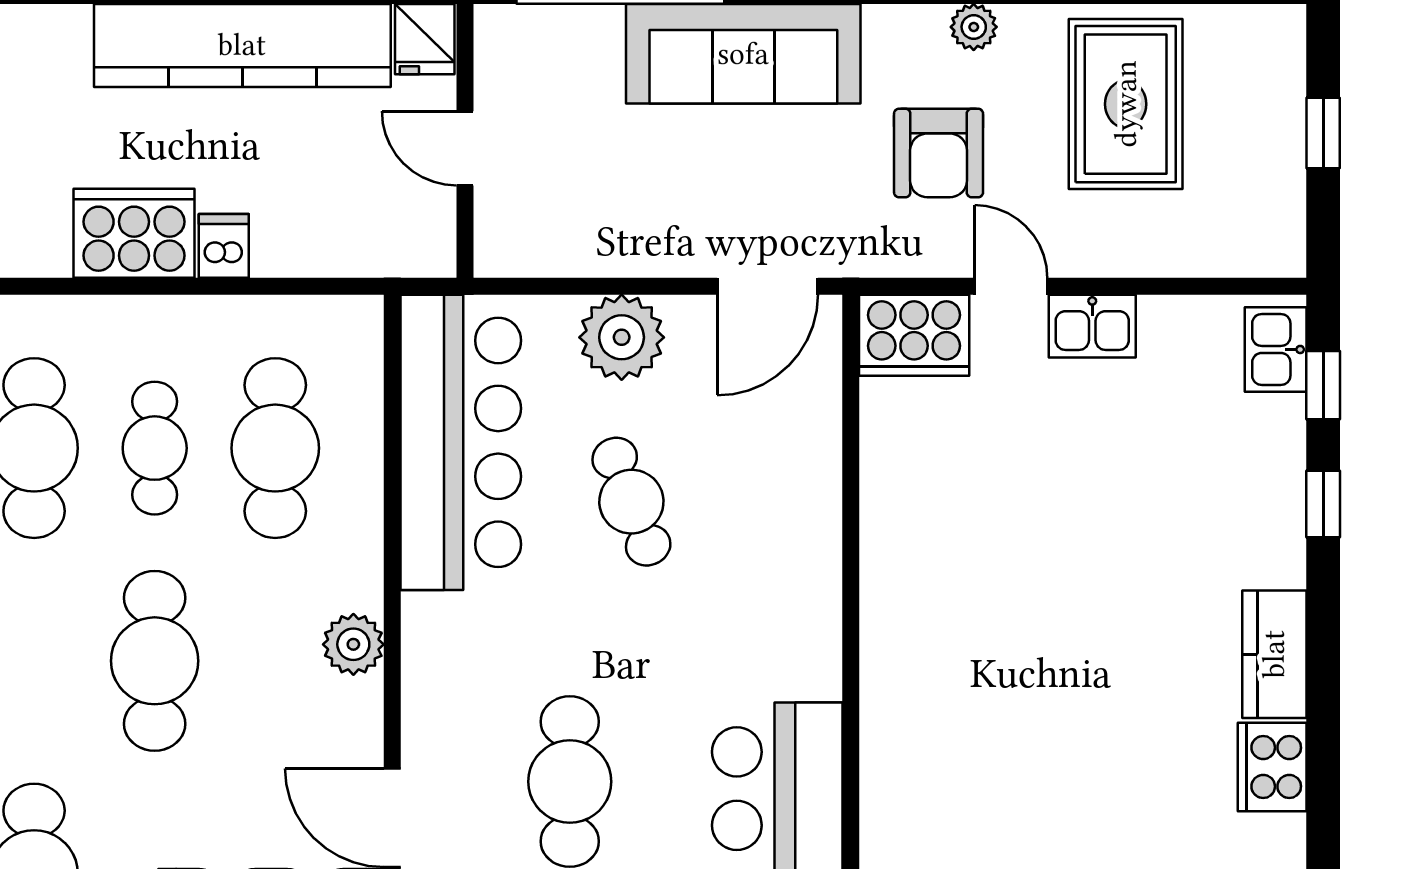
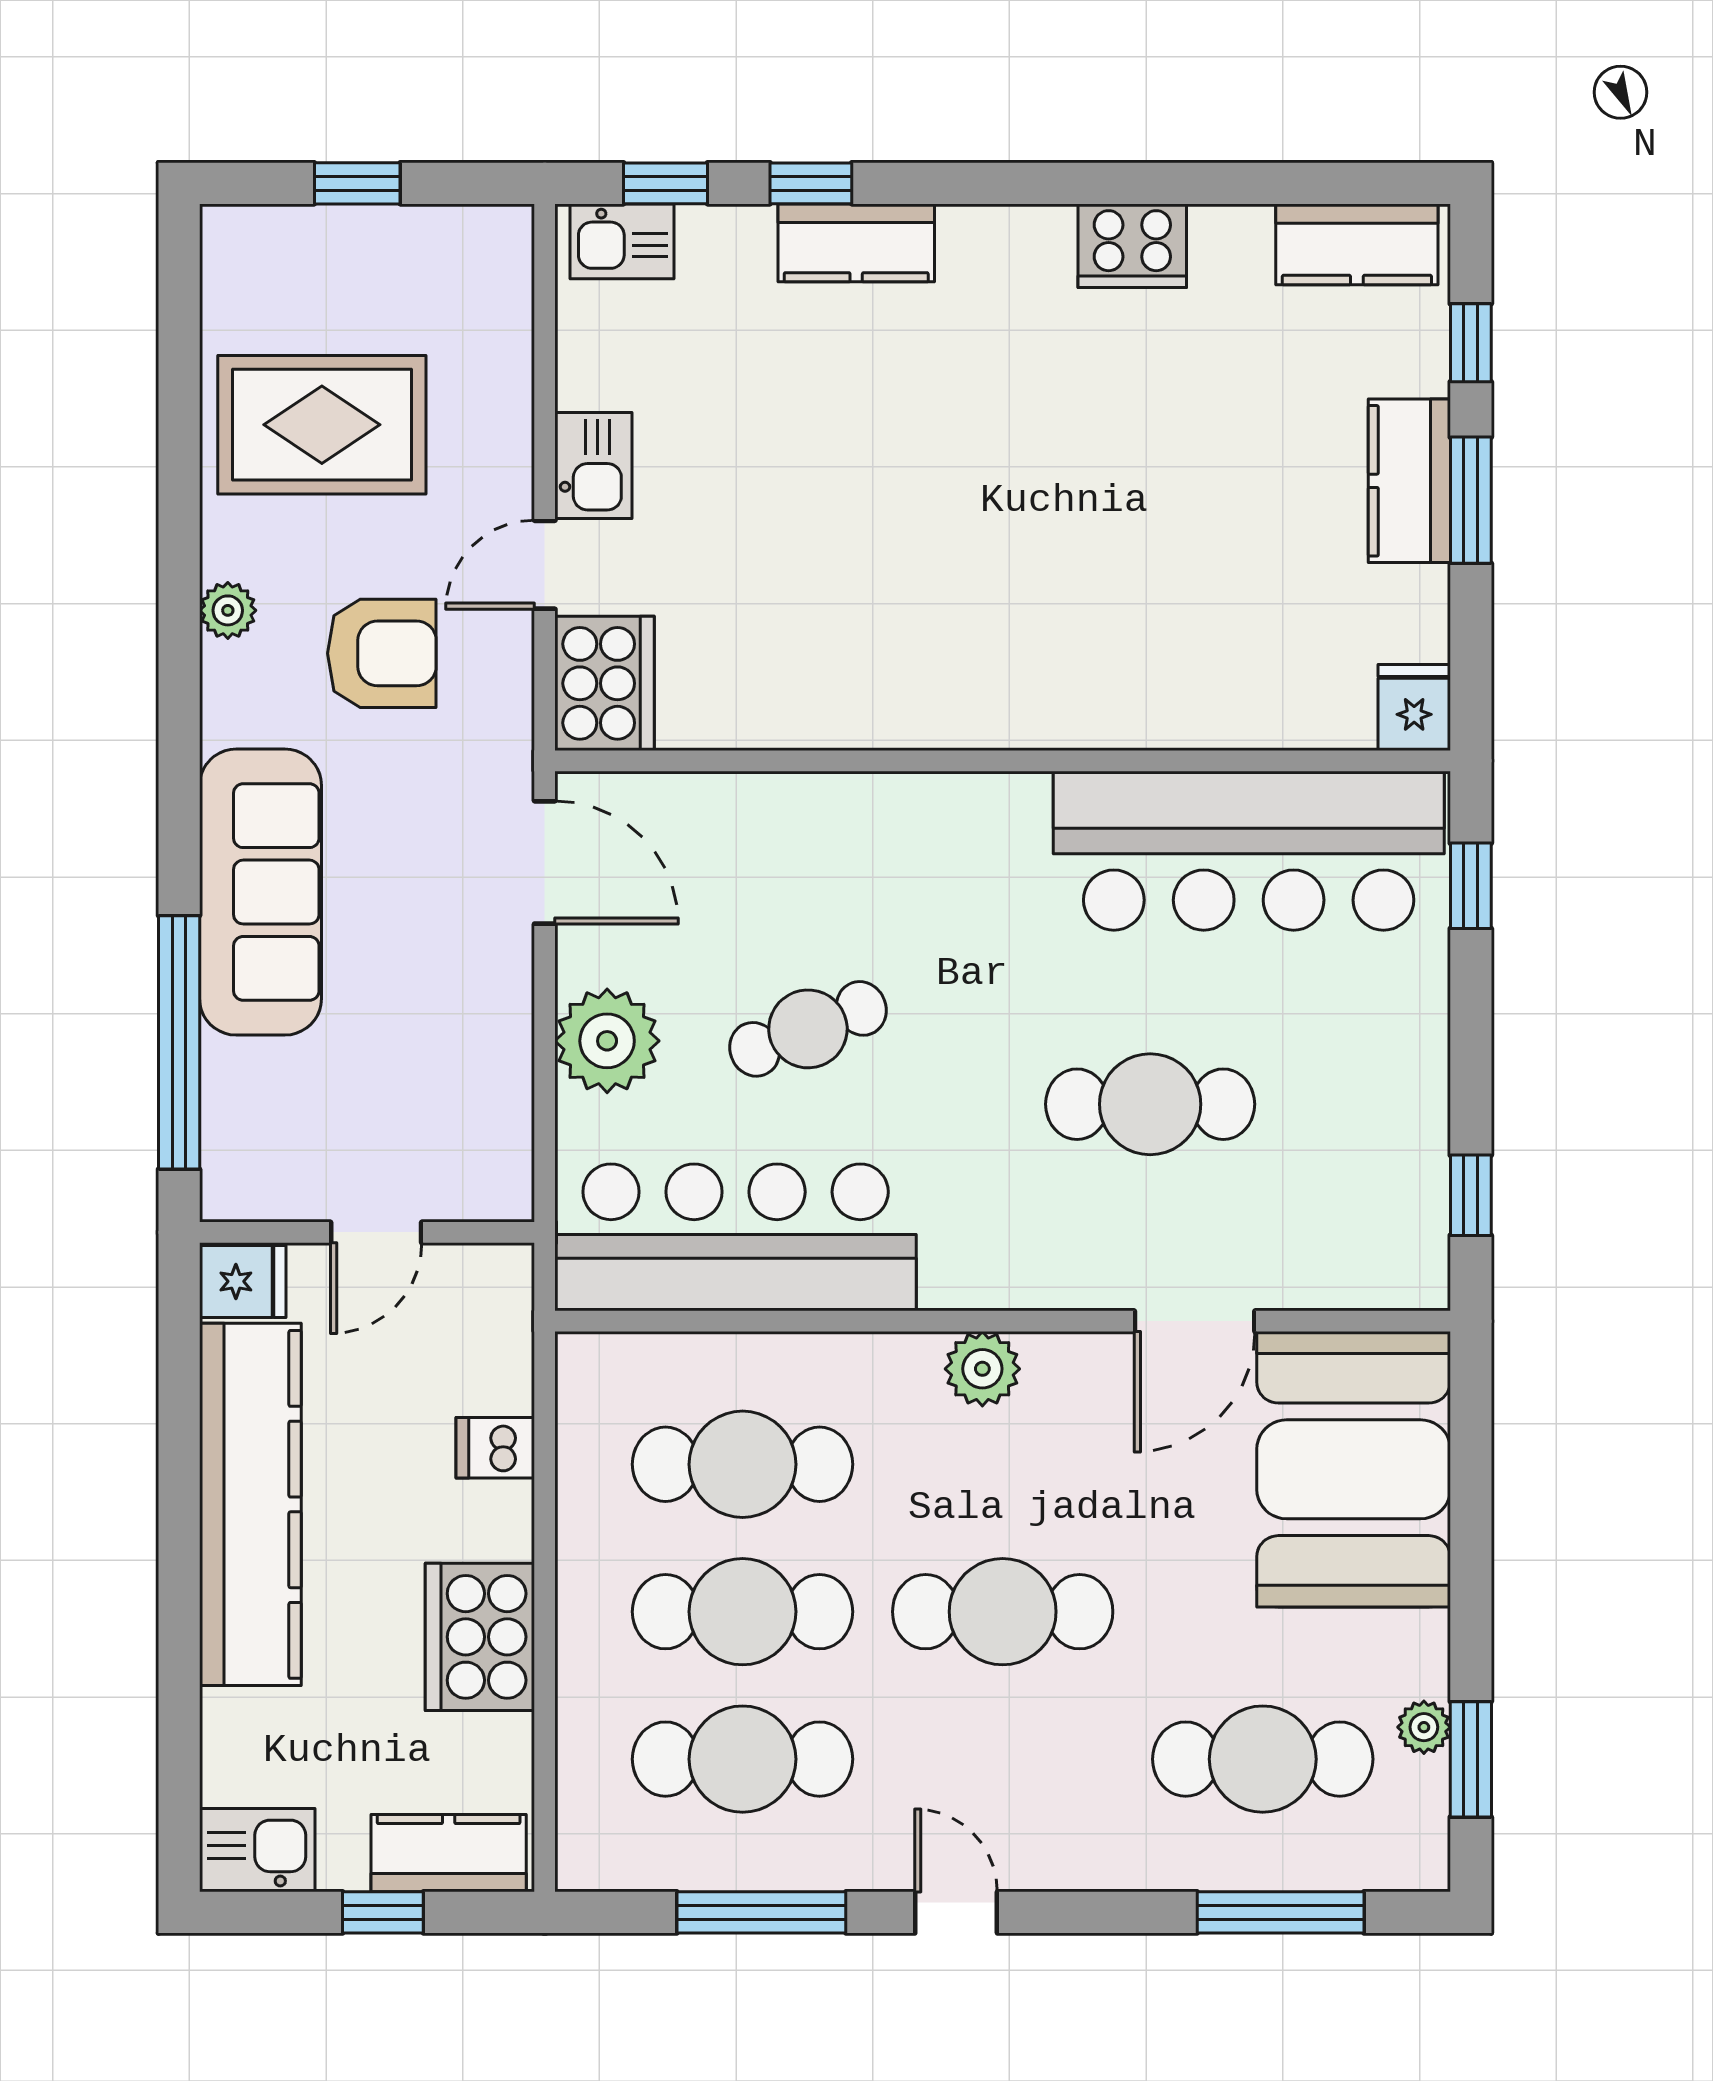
dishwasher: (224, 246) -> (495, 1448), moved
cafe table: (155, 448) -> (743, 1612), width x1.37, depth x1.35
kitchen counter: (1274, 654) -> (856, 243), moved

